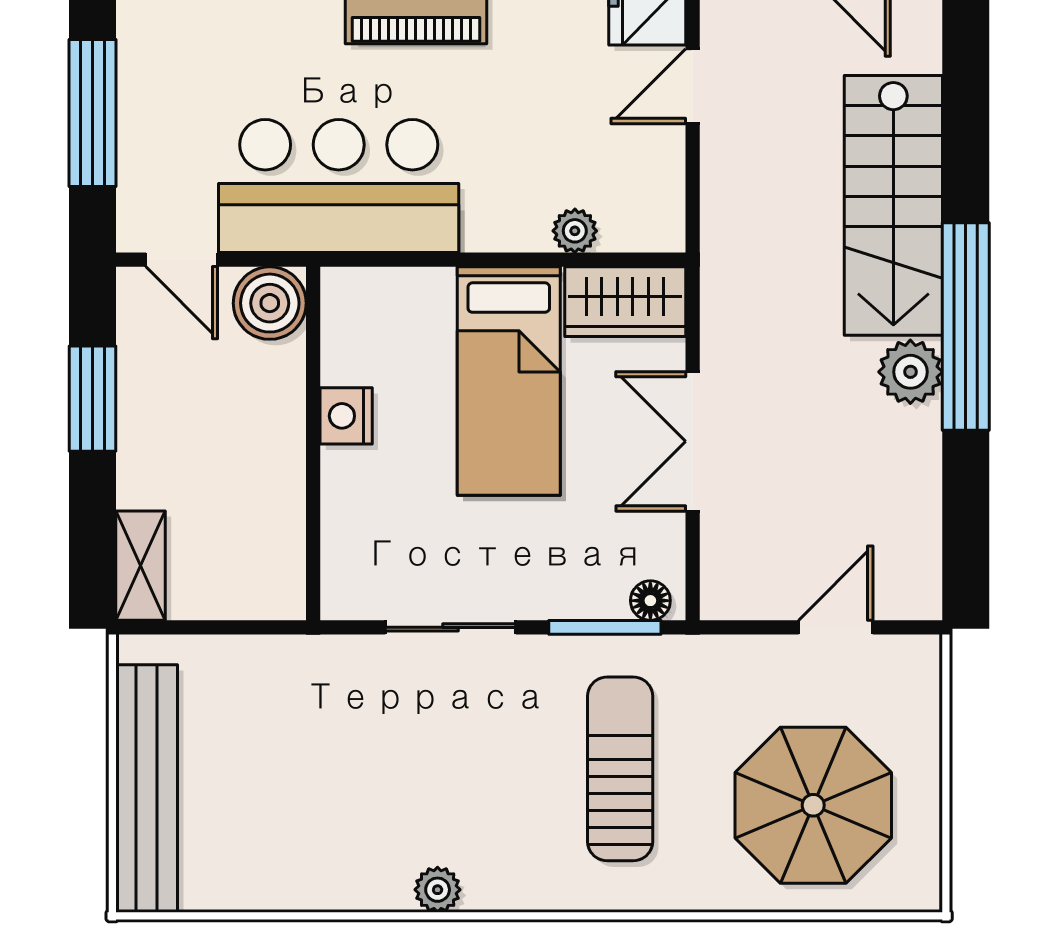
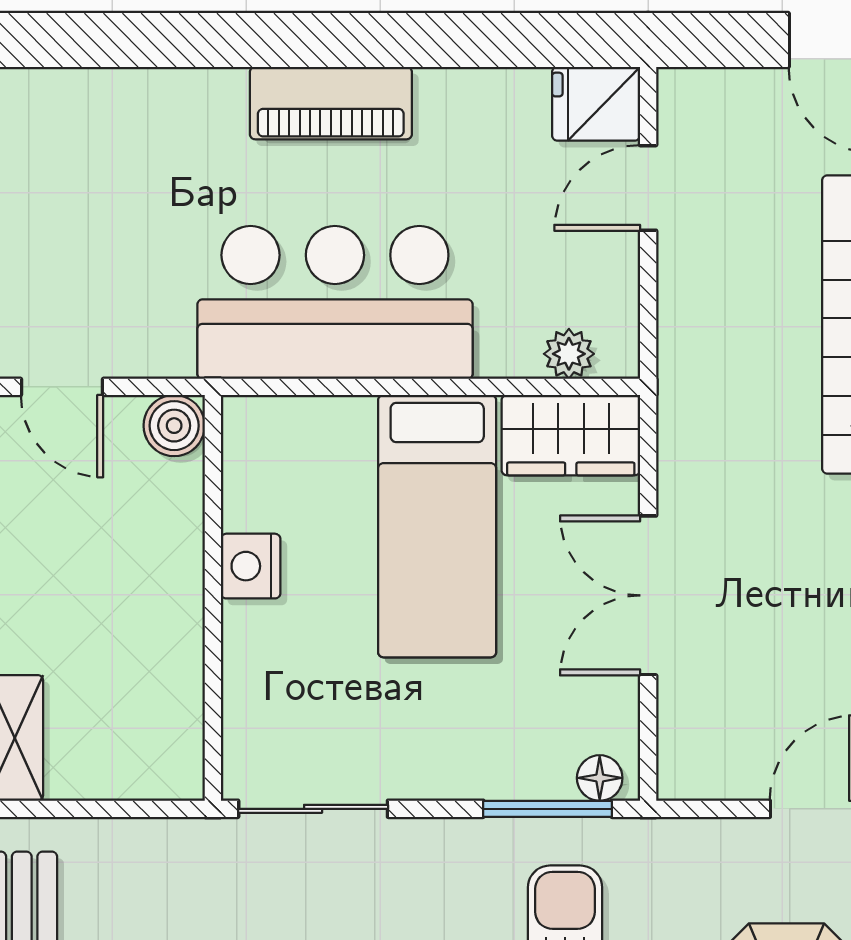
bar counter: (339, 186) -> (335, 302), moved
plant: (575, 231) -> (569, 354), moved
boiler: (270, 303) -> (174, 426), width x0.73, depth x0.73
sliding door: (450, 627) -> (313, 809), moved

